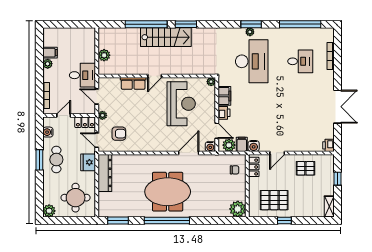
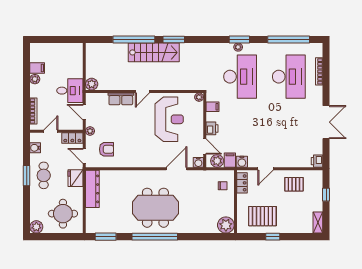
plant: (104, 55) -> (92, 84), moved
desk: (300, 61) -> (289, 77), width x1.87, depth x1.30
filing cabinet: (224, 96) -> (212, 107), width x0.50

